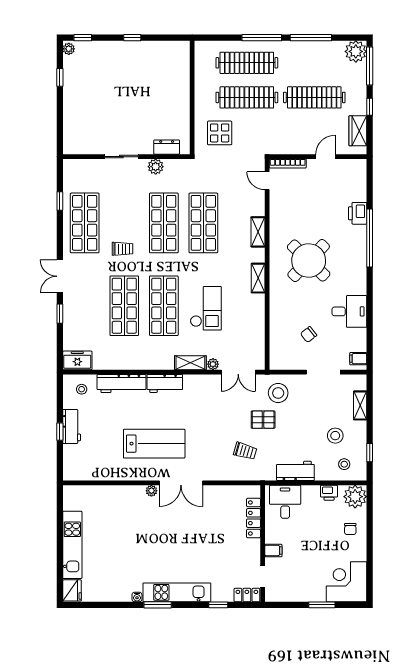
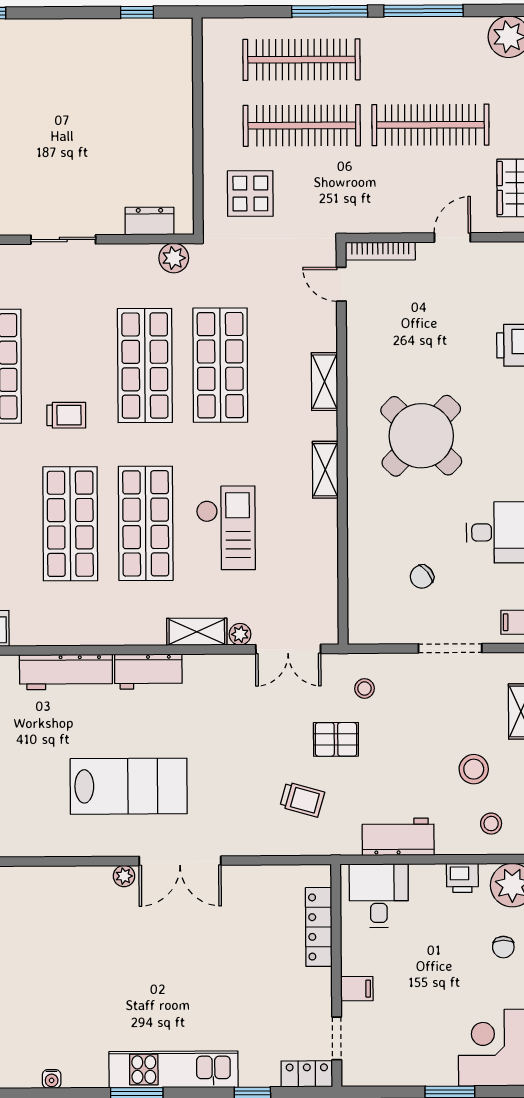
window: (132, 38) -> (137, 12), moved
plant: (156, 167) -> (174, 258), moved
stool: (278, 393) -> (364, 688), width x0.53, depth x0.53
water cooler: (137, 597) -> (52, 1079), moved

